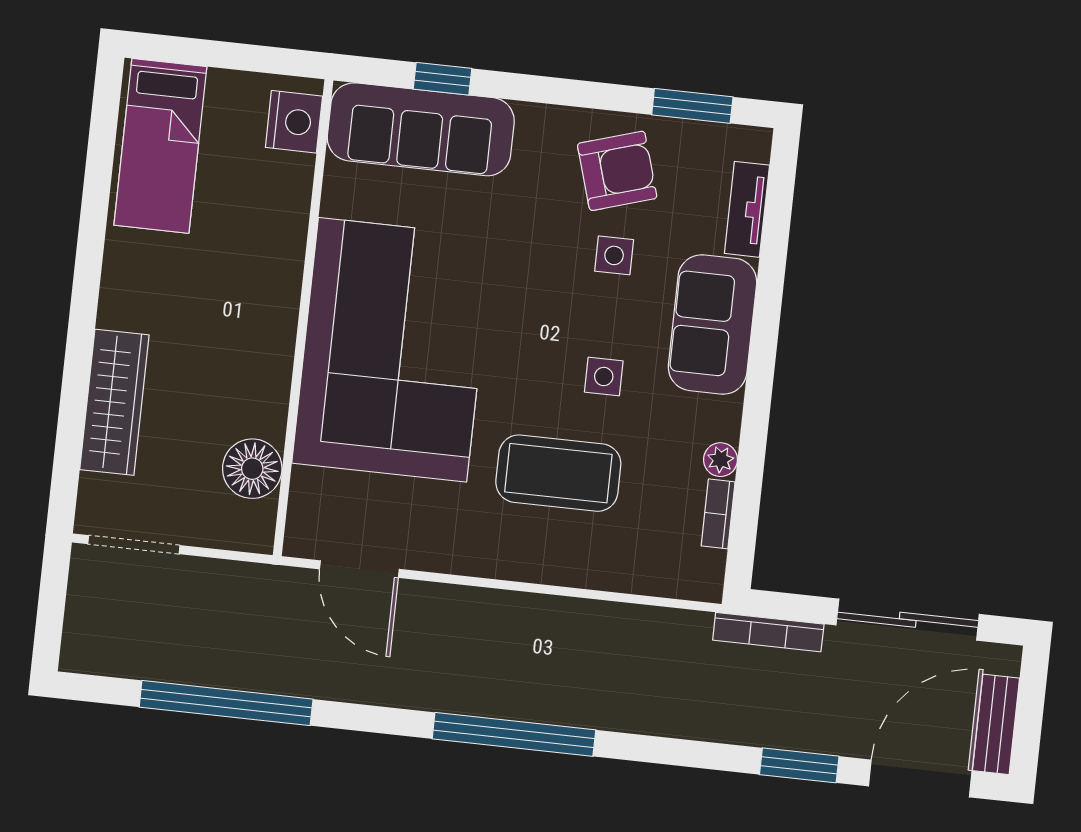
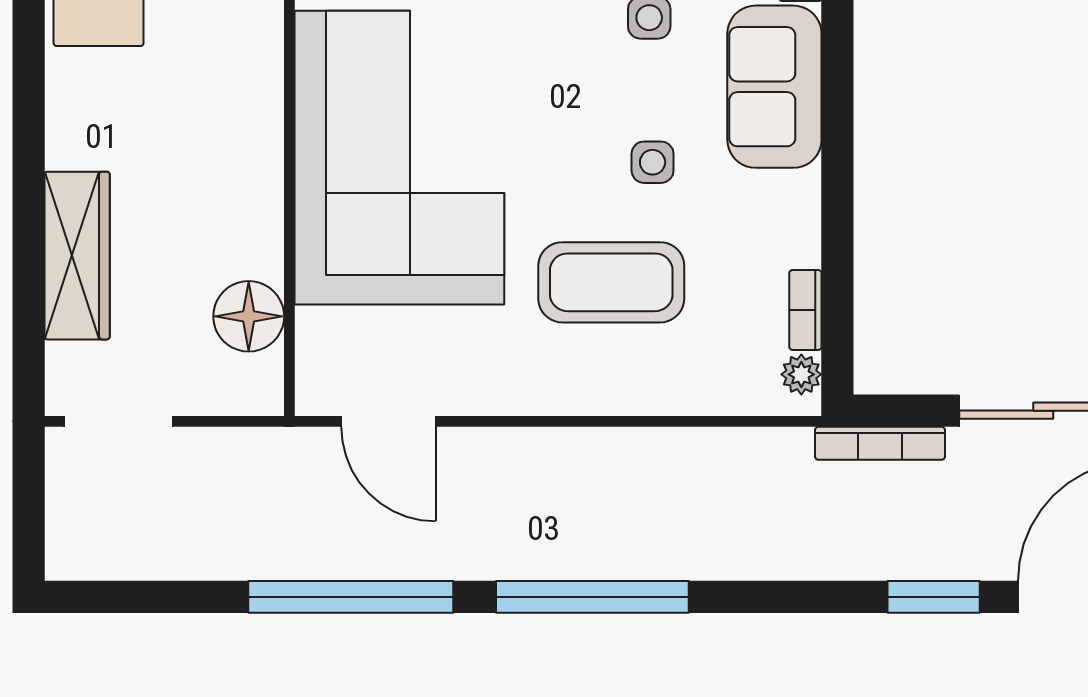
plant: (720, 460) -> (801, 374), moved
window: (226, 703) -> (351, 597), moved

